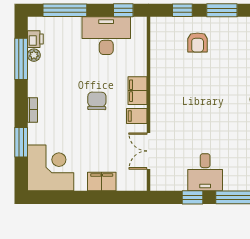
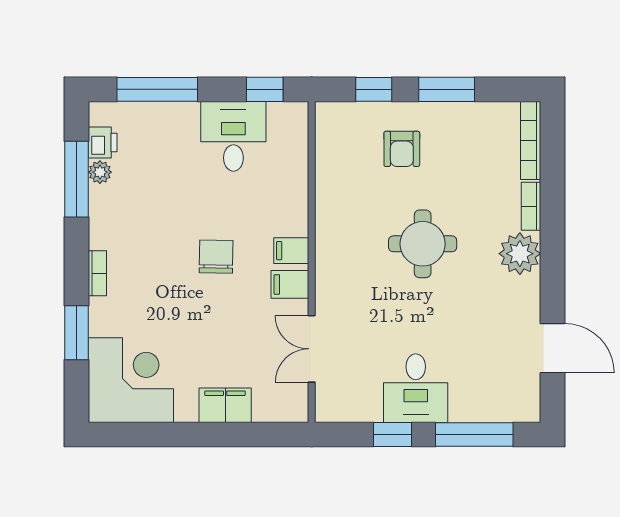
desk: (106, 36) -> (233, 136), width x0.73
filing cabinet: (138, 91) -> (291, 251), width x0.50
round table: (209, 94) -> (423, 244), added

